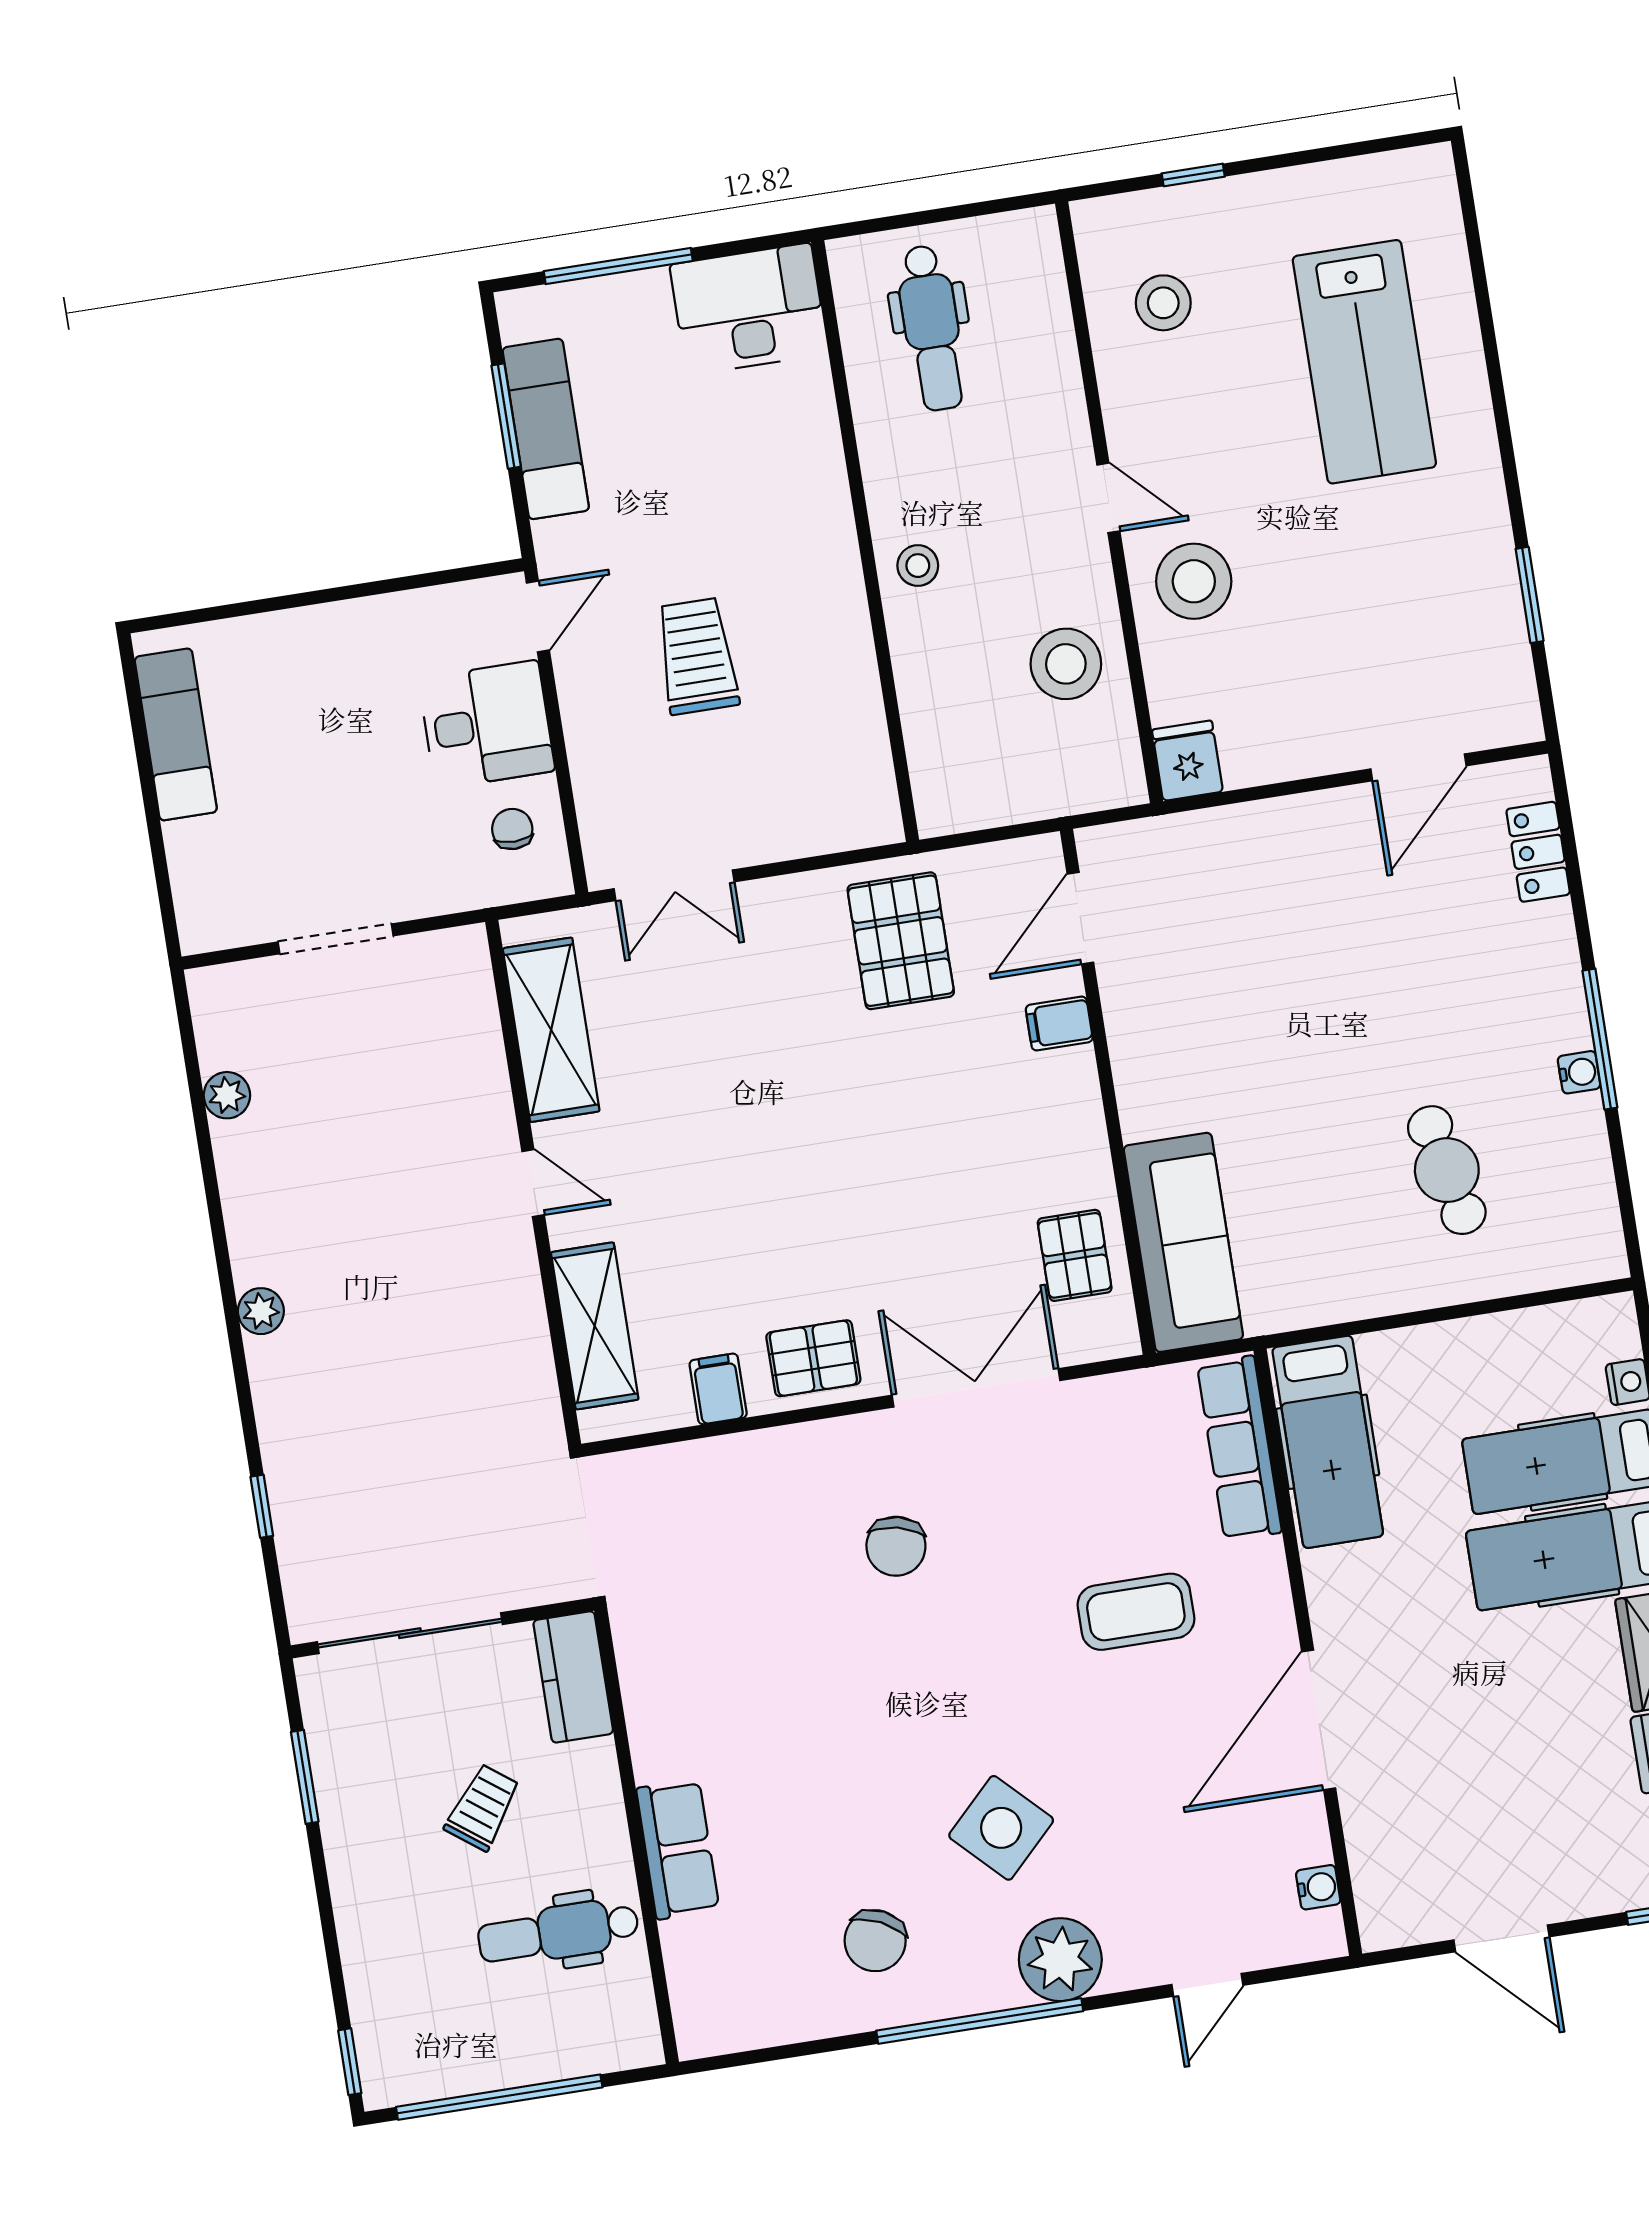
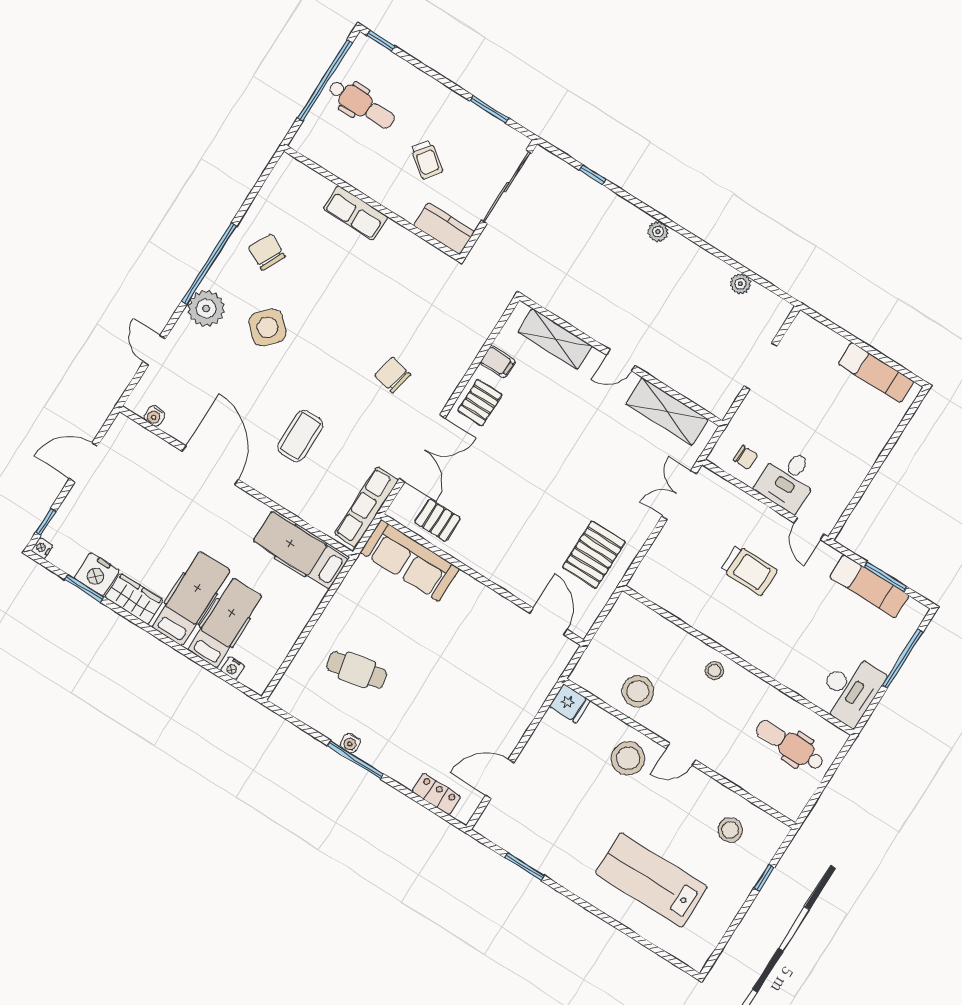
door: (1419, 767) -> (500, 779), hinge flipped
pallet: (901, 941) -> (594, 555), turned 90
filing cabinet: (1059, 1023) -> (520, 583), removed
row of seats: (1239, 1448) -> (366, 507), moved, turned -90
dental chair: (558, 1932) -> (361, 104), moved, turned 90

